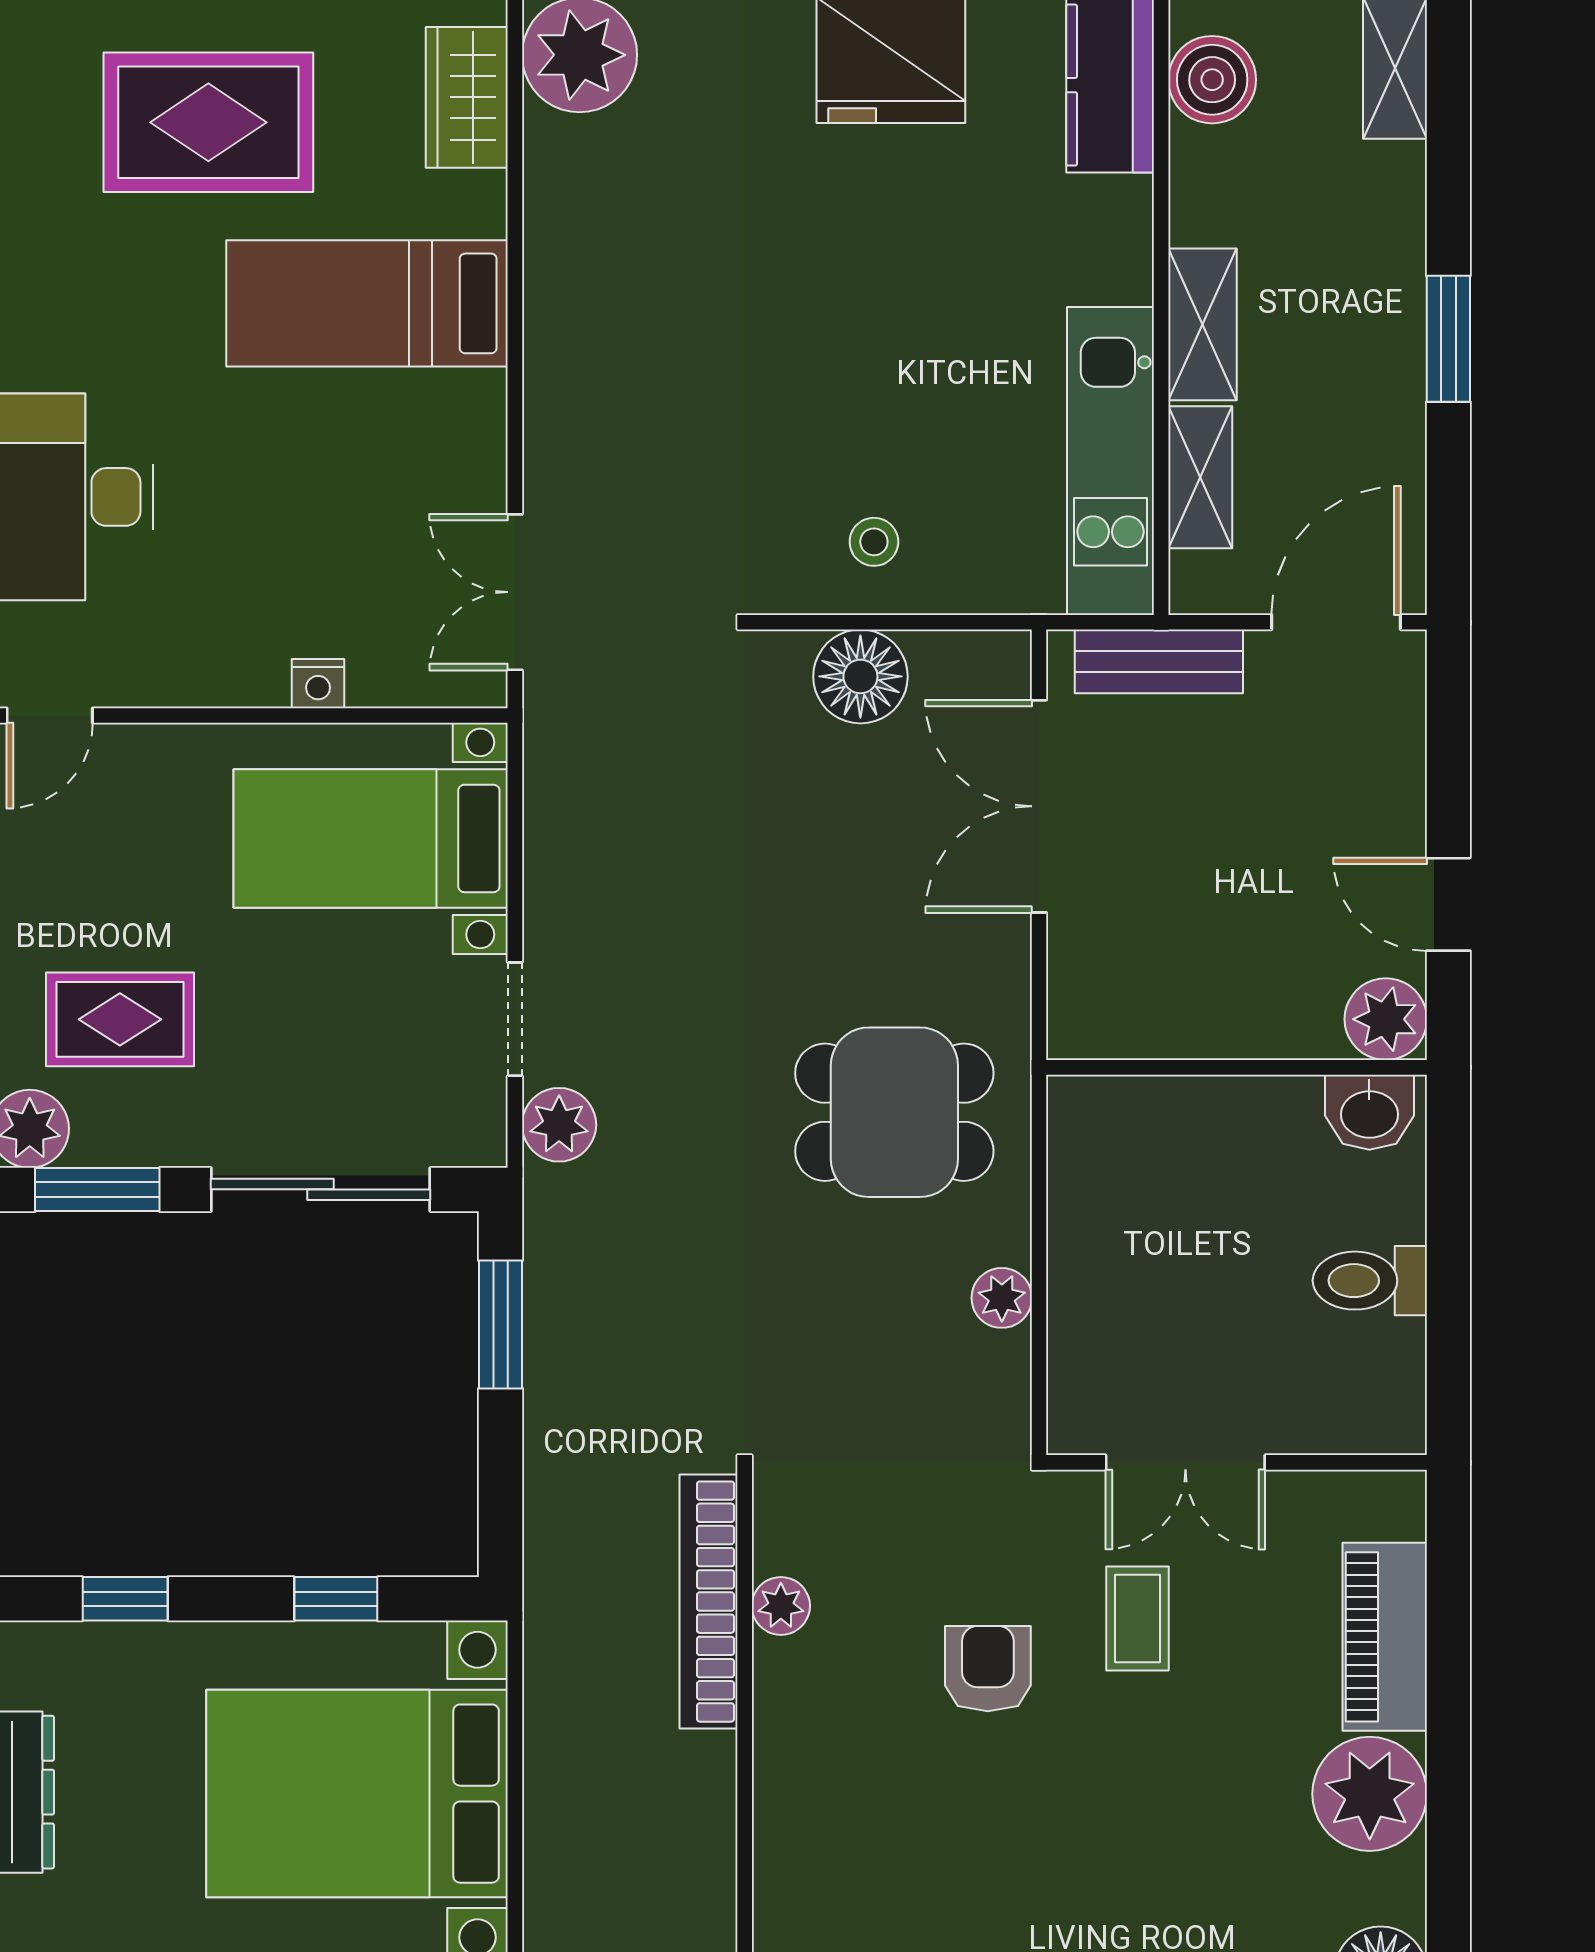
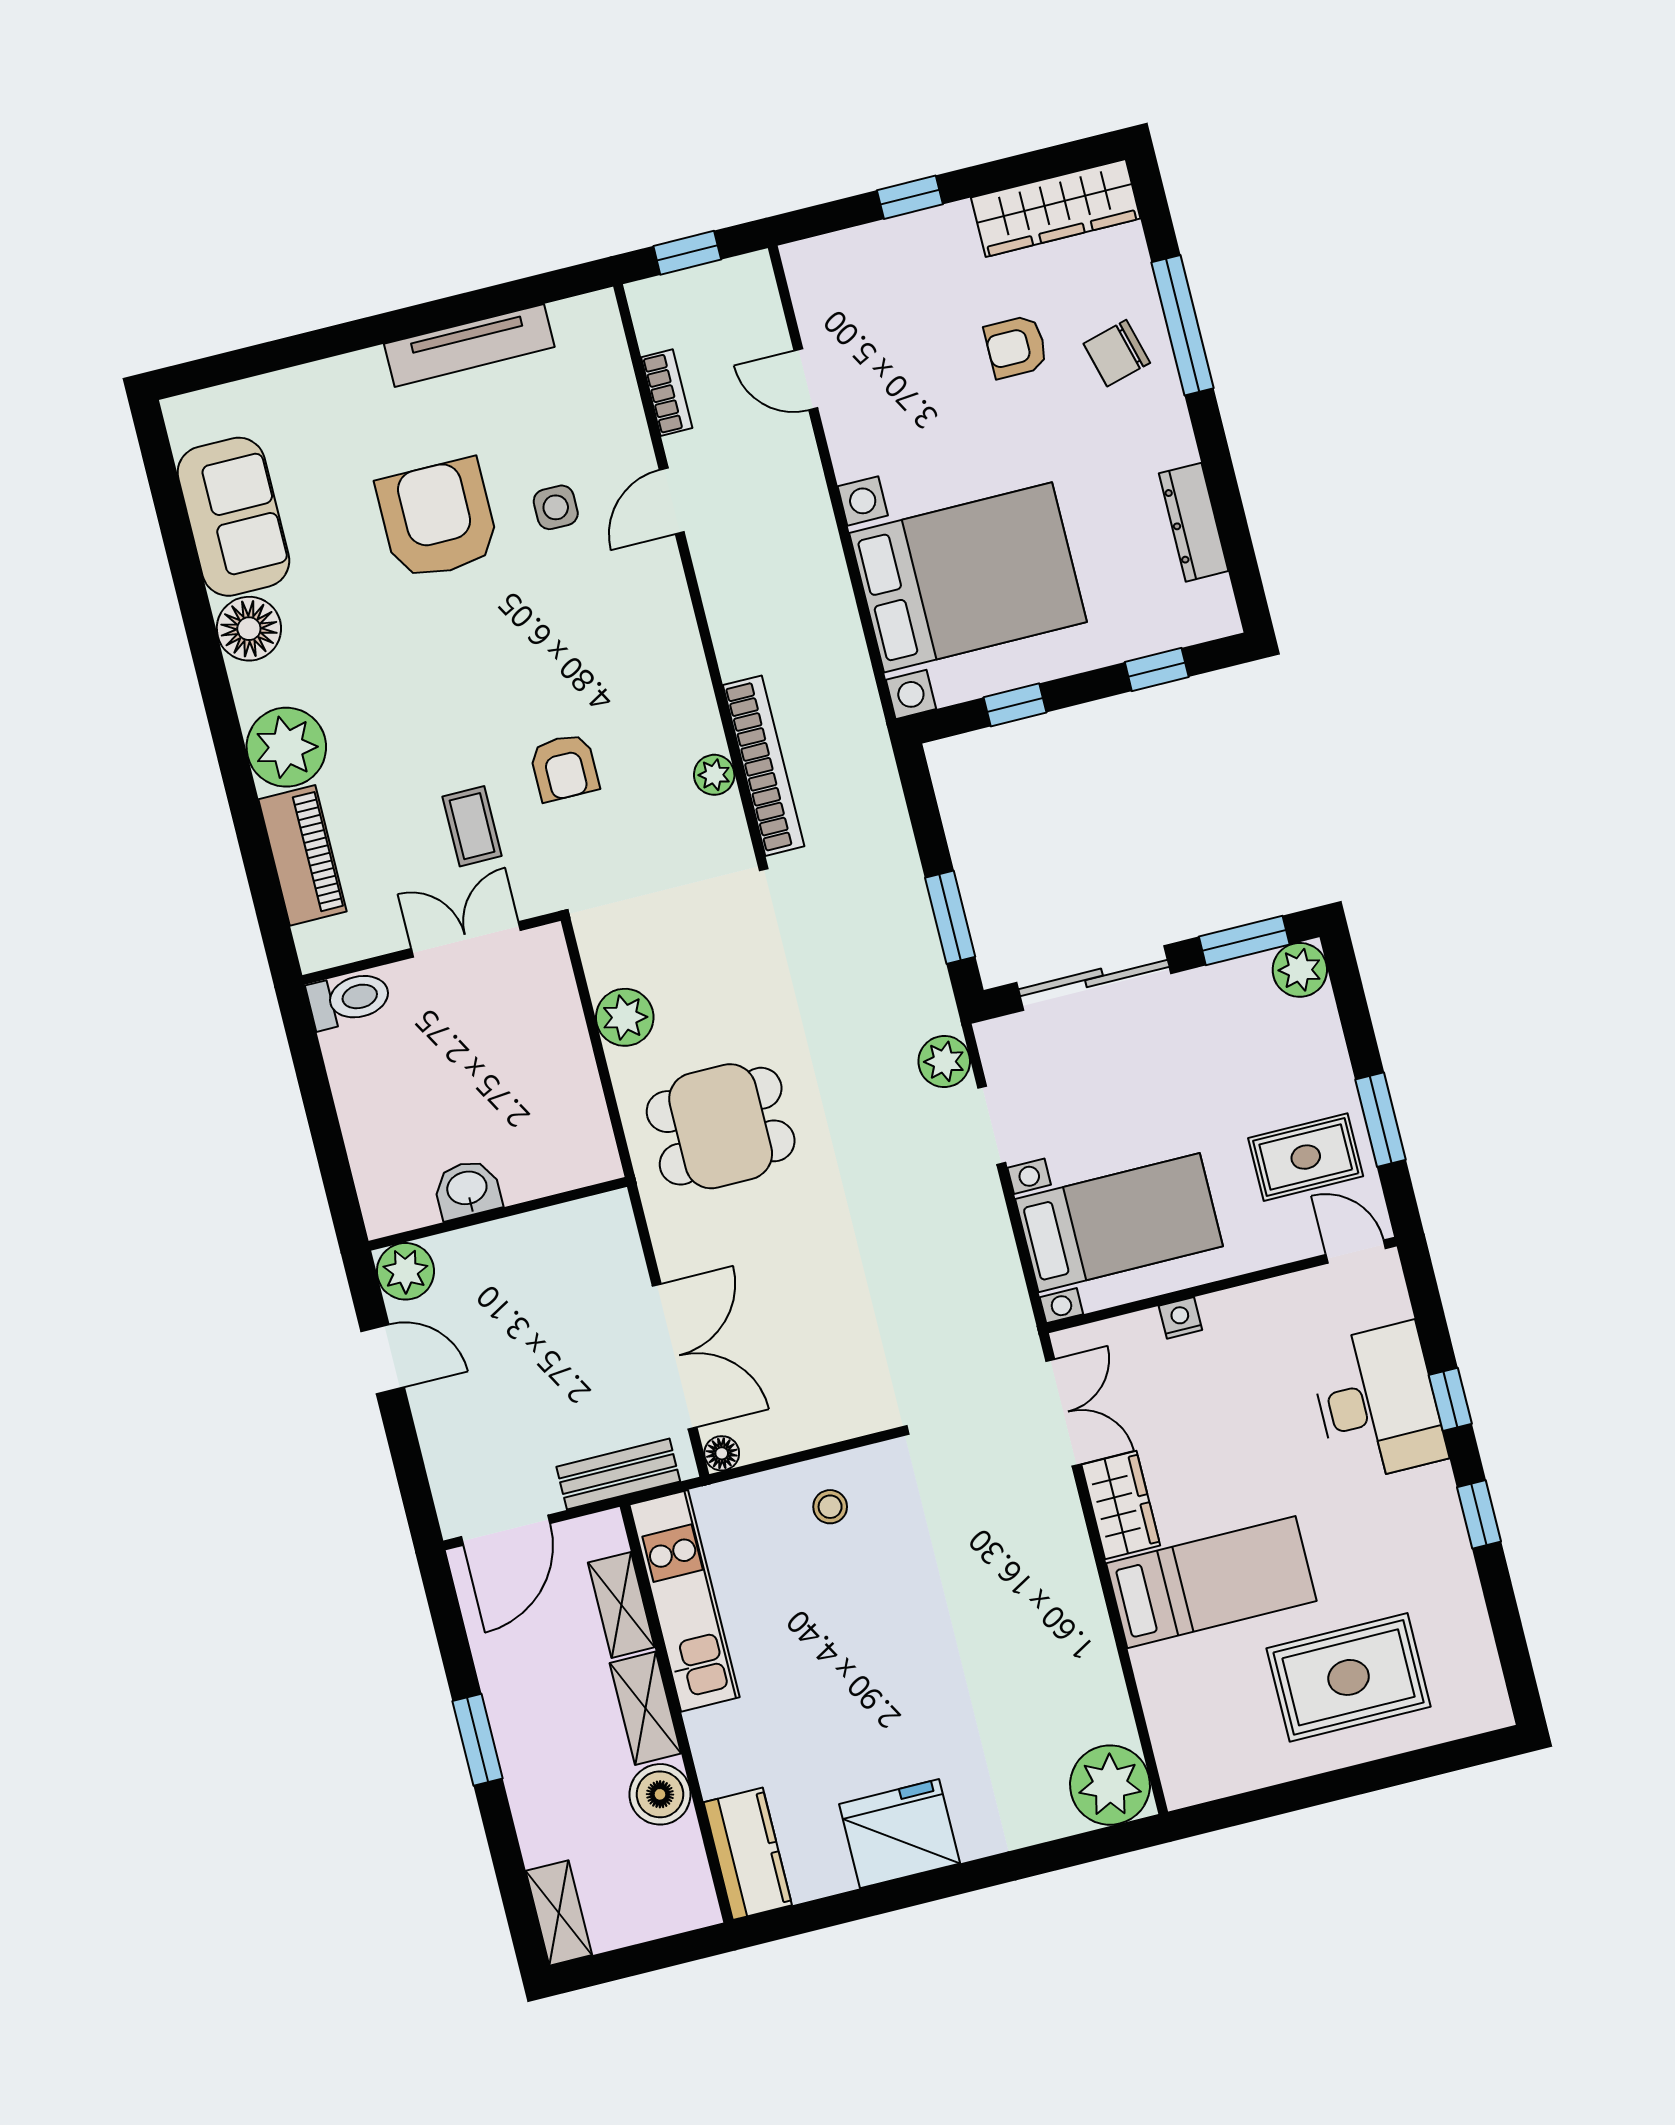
boiler: (1212, 80) -> (660, 1794), moved
wardrobe: (467, 97) -> (1121, 1505), moved
floor lamp: (860, 676) -> (722, 1453), moved, width x0.53, depth x0.53
door: (50, 716) -> (1356, 1251), hinge flipped
rug: (120, 1019) -> (1306, 1157), moved
washbasin: (1369, 1112) -> (467, 1189), moved
toilet: (1370, 1281) -> (349, 999), moved
plant: (1002, 1298) -> (625, 1017), width x1.38, depth x1.38

